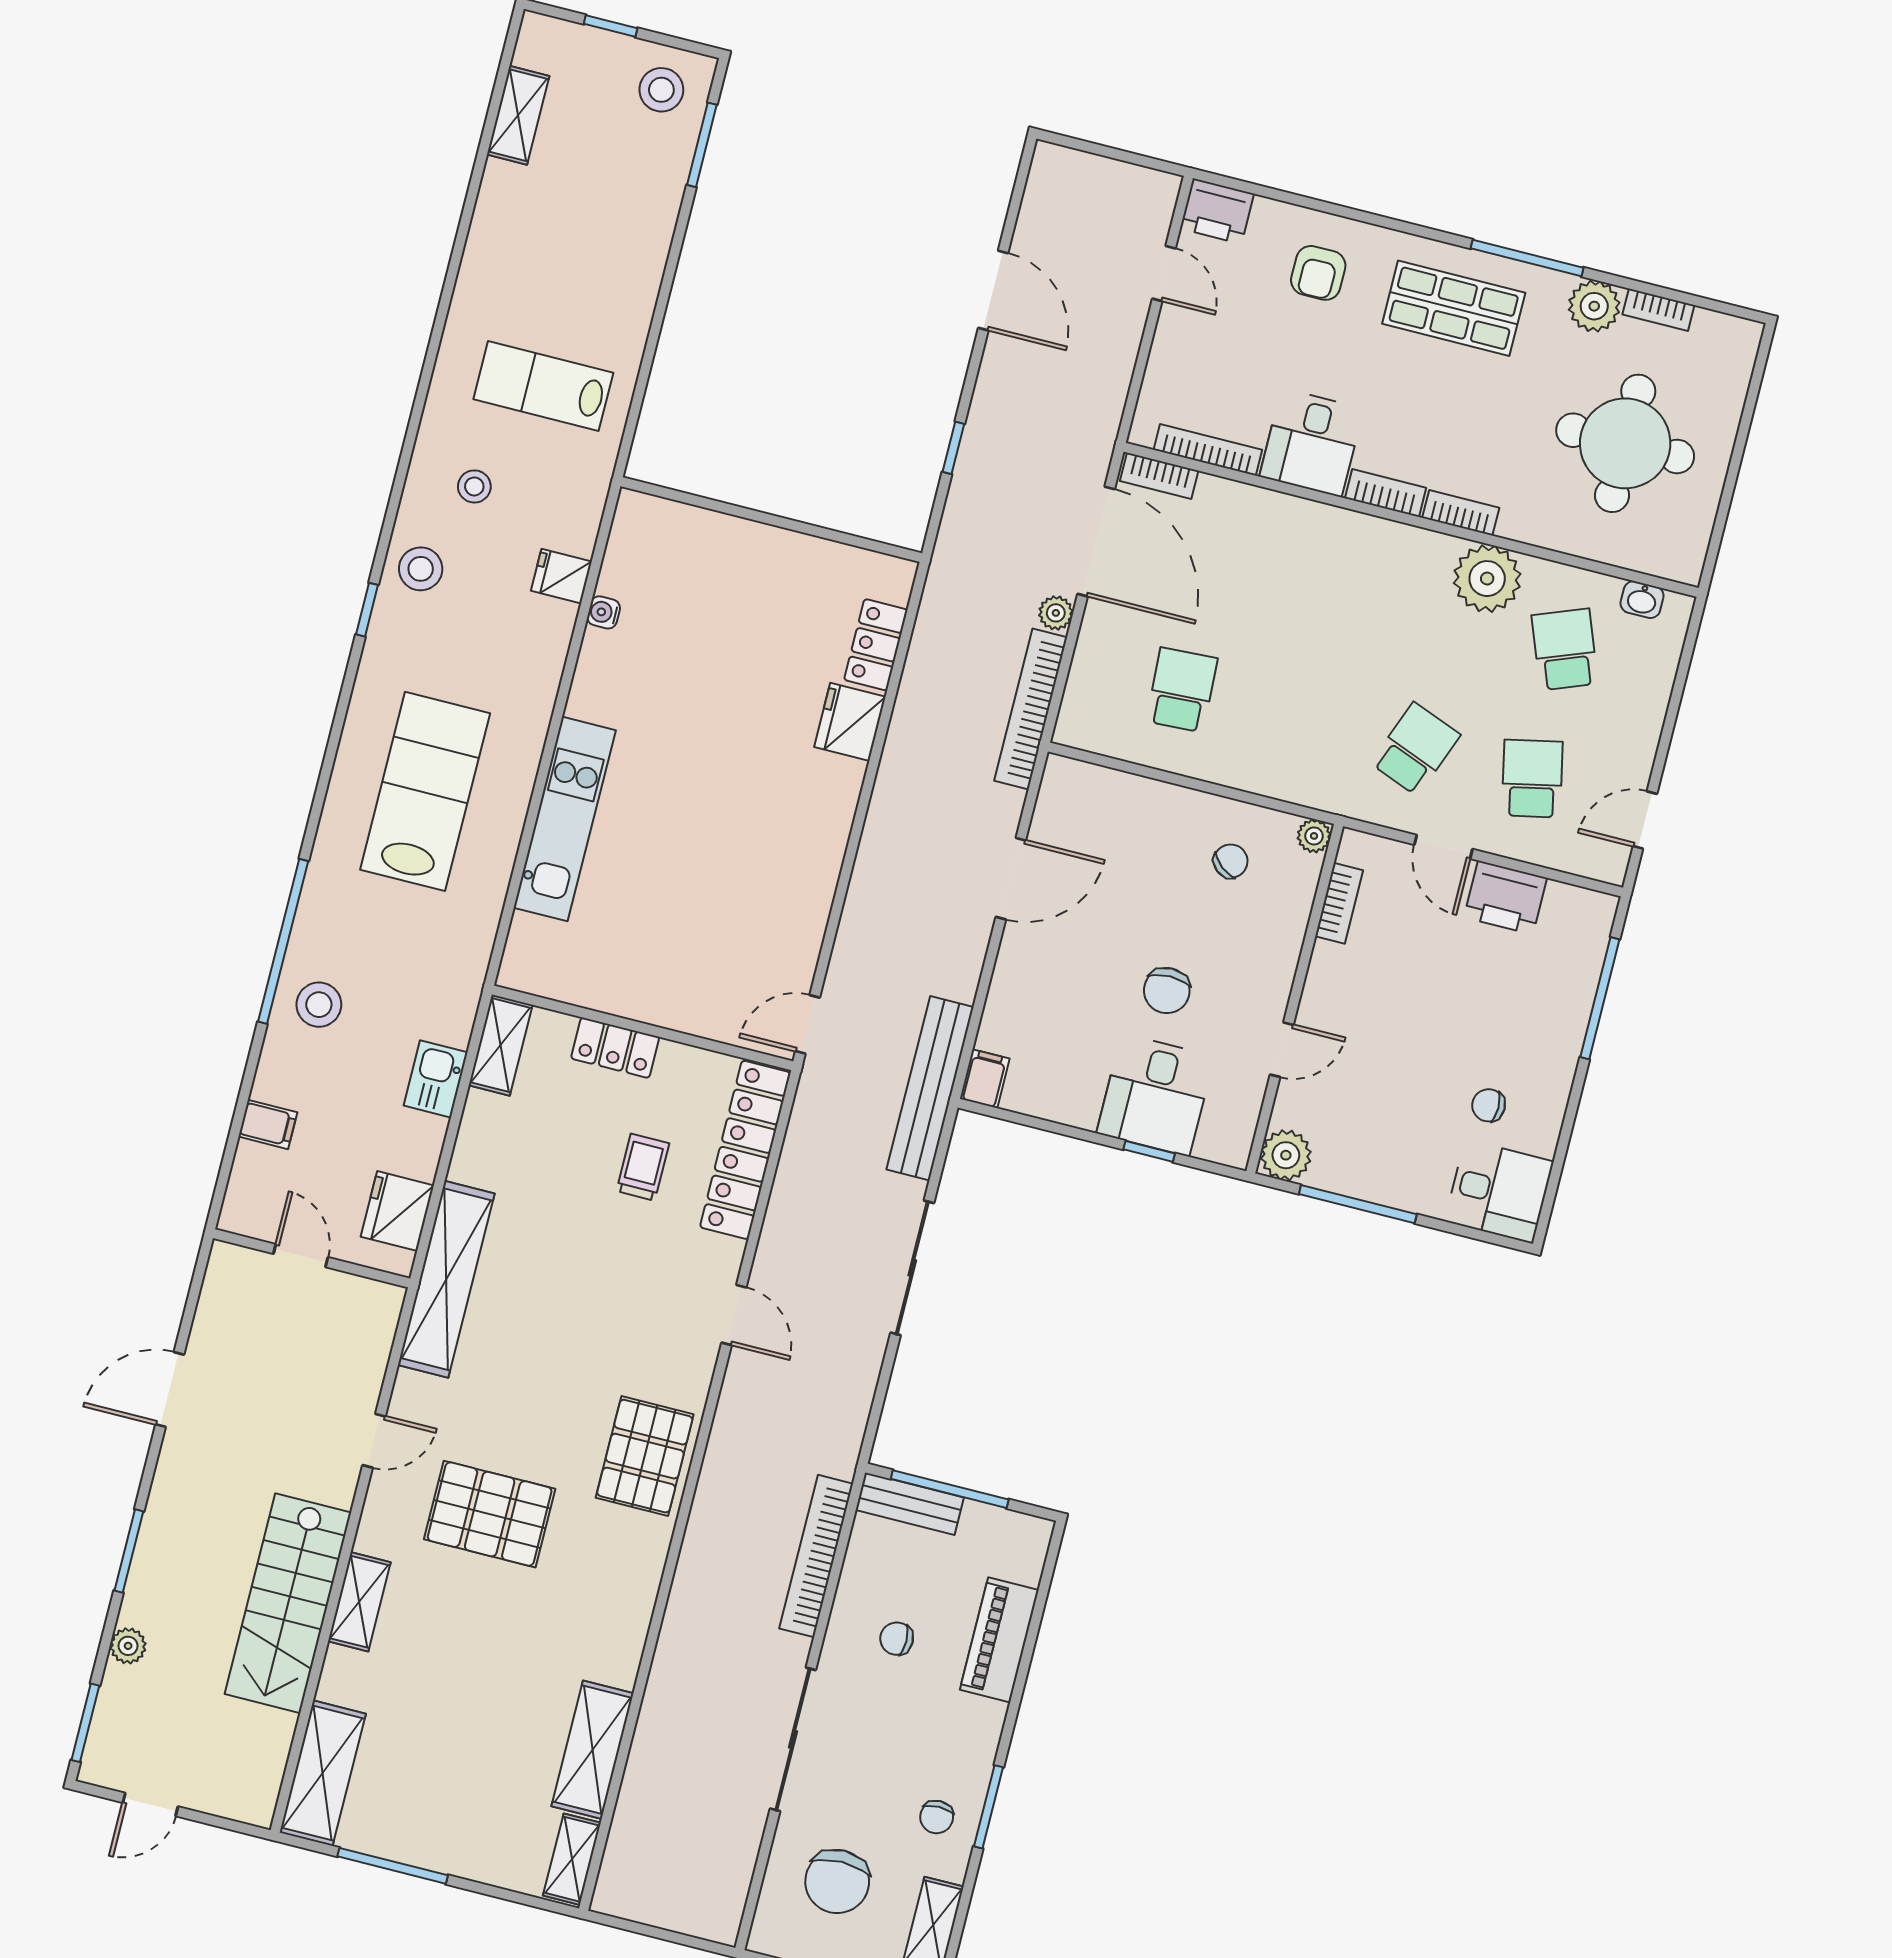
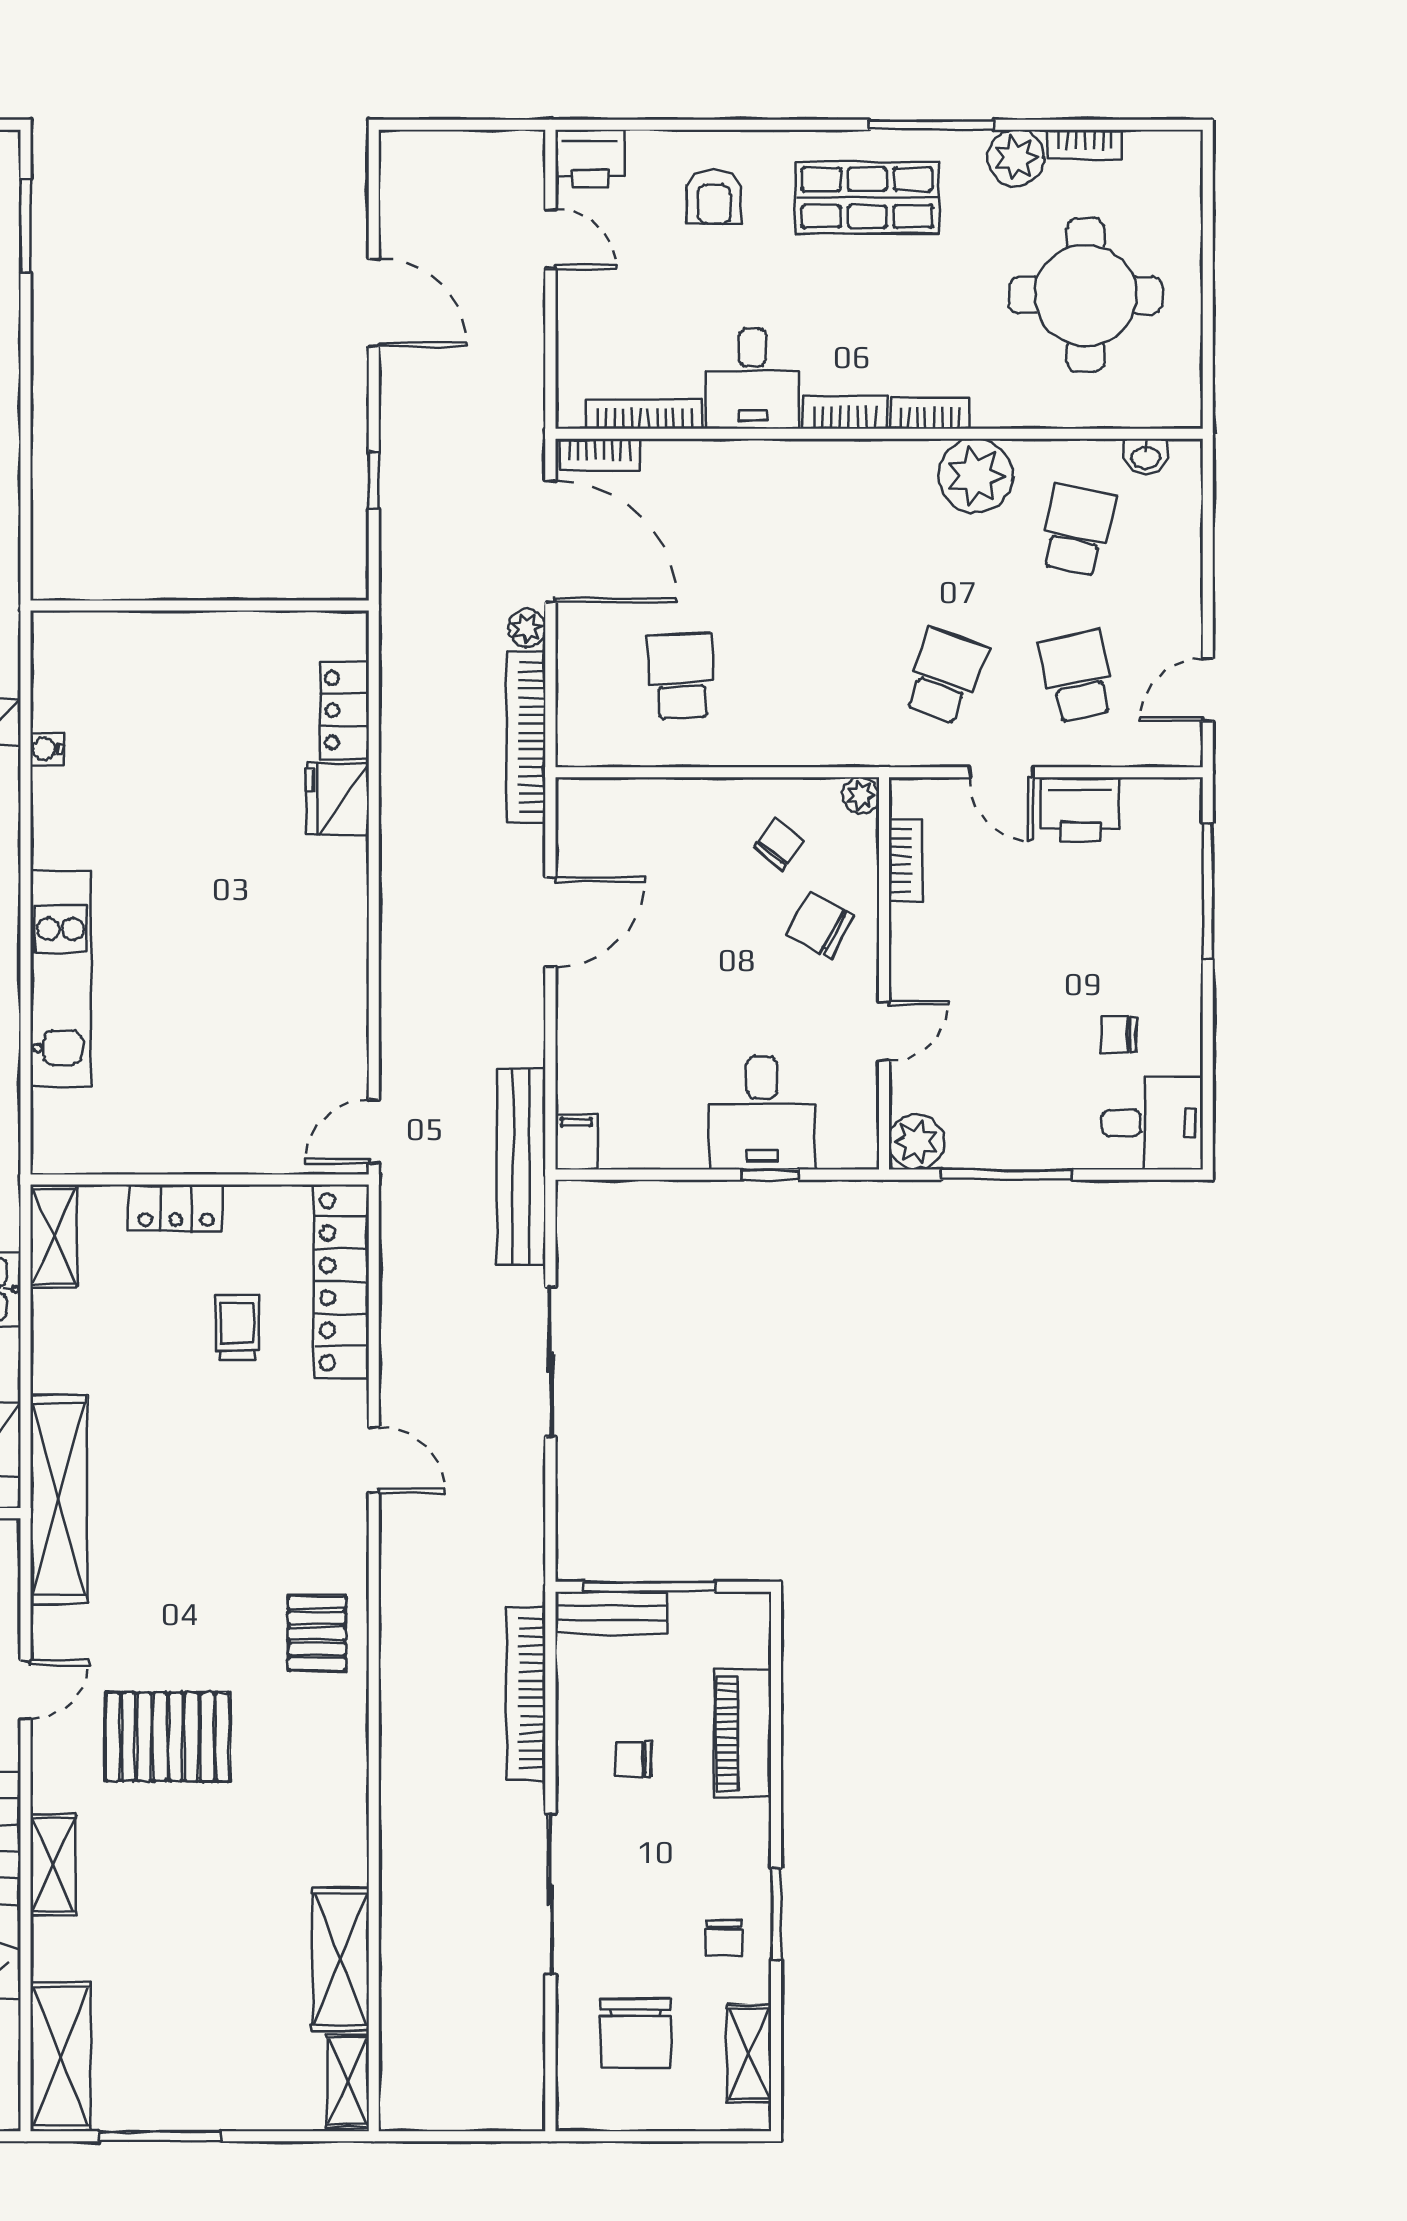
school desk: (1565, 649) -> (1077, 530), turned 33
chair: (1167, 991) -> (821, 925), moved, turned 119
pallet: (645, 1456) -> (317, 1634), width x0.67, depth x0.71

